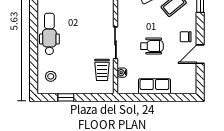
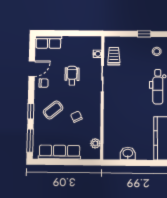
wheelchair: (152, 46) -> (72, 76), turned 90
row of seats: (154, 86) -> (48, 42), moved

